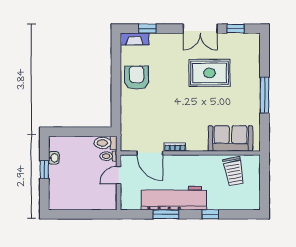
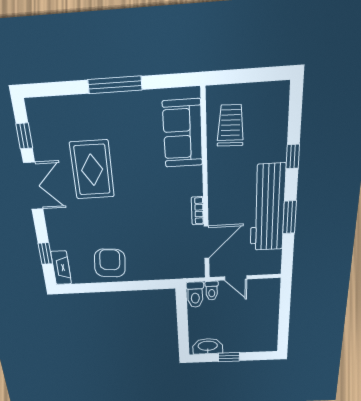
armchair: (137, 78) -> (110, 263), turned 95
washbasin: (54, 158) -> (208, 346), width x1.91, depth x1.45
trolley: (234, 171) -> (231, 126), turned -77

